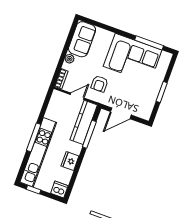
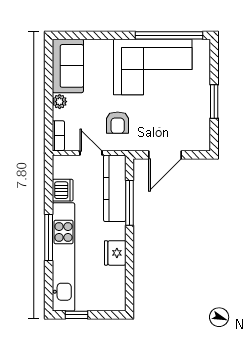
window: (149, 43) -> (169, 35), width x1.46
door: (77, 96) -> (91, 153), hinge flipped
dishwasher: (59, 190) -> (63, 190), moved, turned 90

